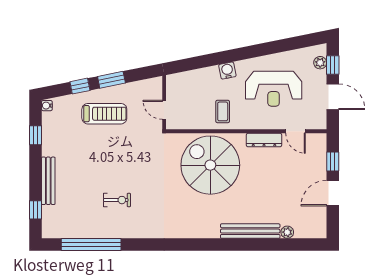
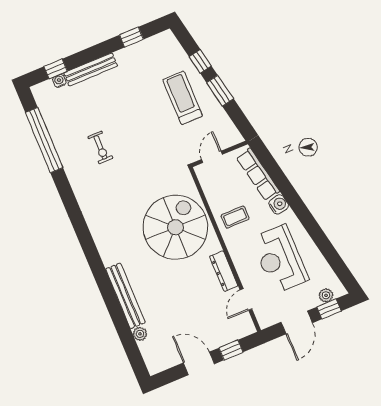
row of seats: (195, 77) -> (258, 174), added
water cooler: (47, 106) -> (59, 81), moved
treadmill: (104, 114) -> (183, 98), turned 180

